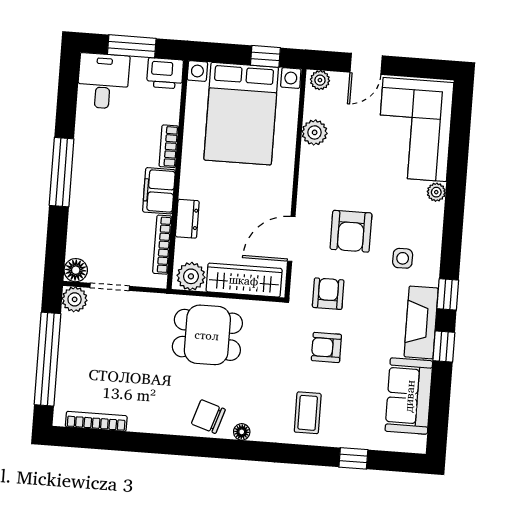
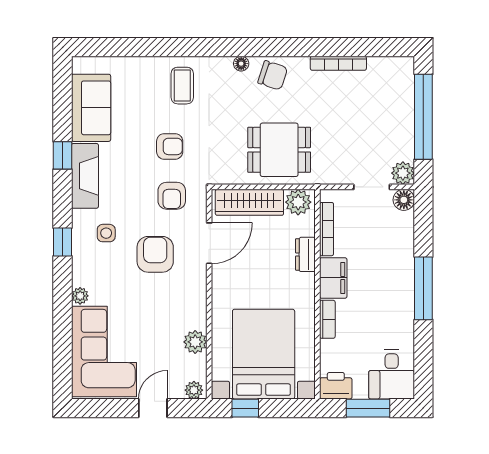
window: (448, 294) -> (63, 242), moved
bookcase: (96, 421) -> (338, 63), moved
window: (353, 458) -> (137, 47), removed

